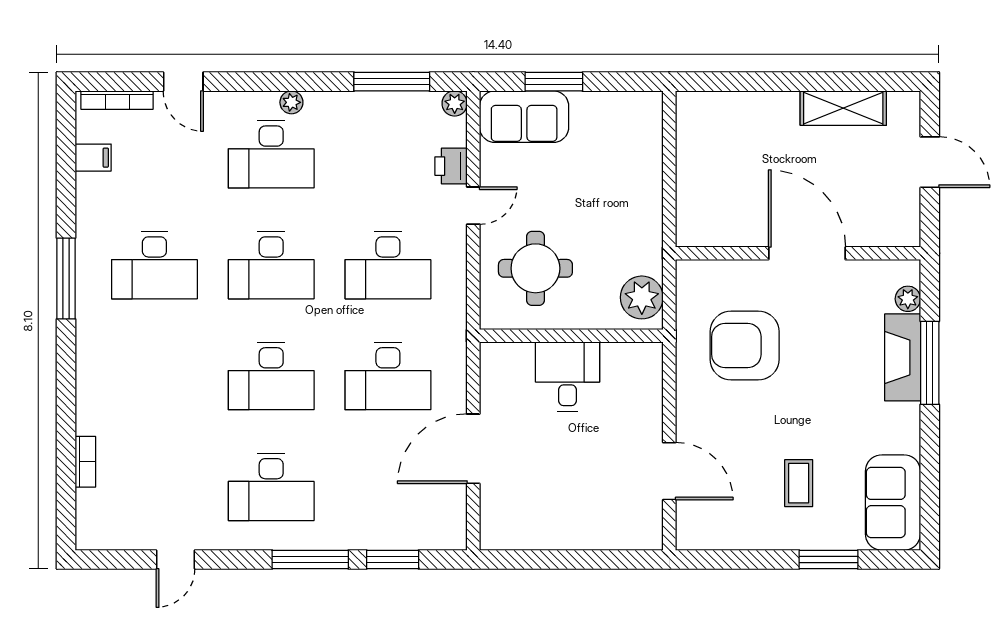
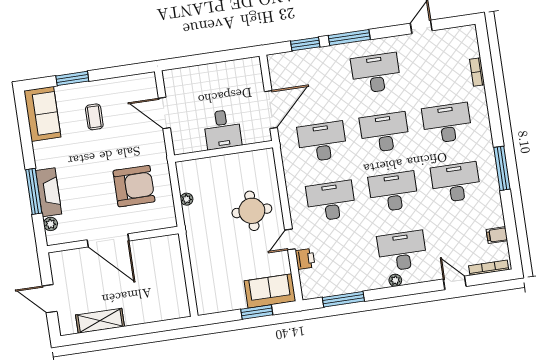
plant: (455, 103) -> (308, 293), removed
plant: (642, 297) -> (187, 199), width x0.53, depth x0.53
wall: (571, 336) -> (223, 151), moved
desk: (154, 376) -> (447, 123), added
desk: (568, 377) -> (222, 129), moved

